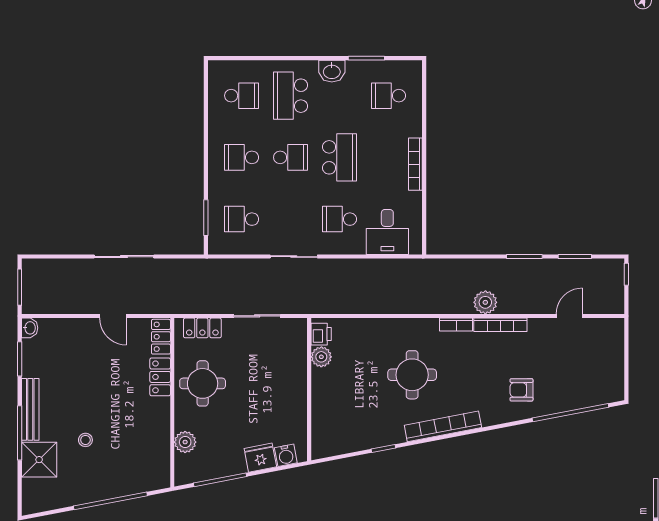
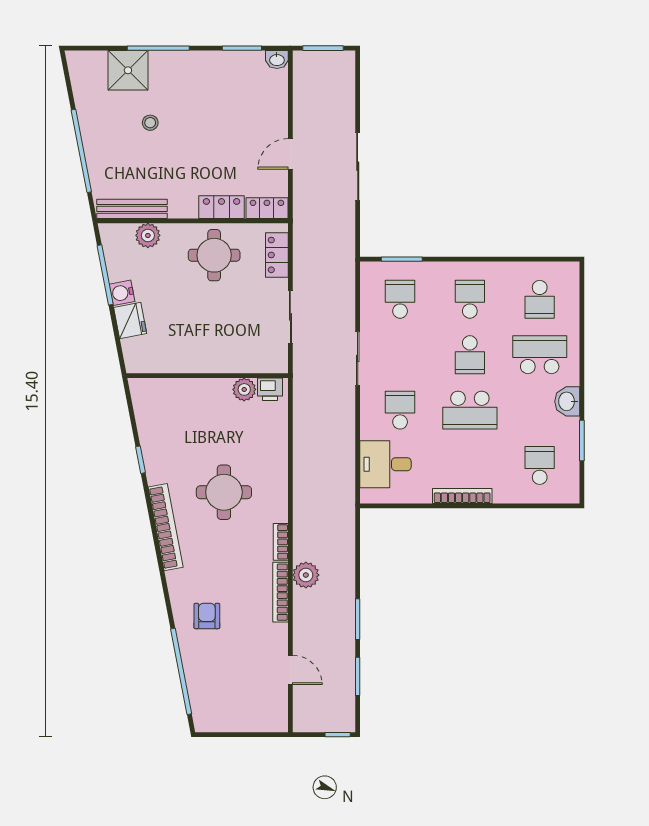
bench: (30, 409) -> (132, 209), moved
water cooler: (286, 455) -> (122, 293), moved

